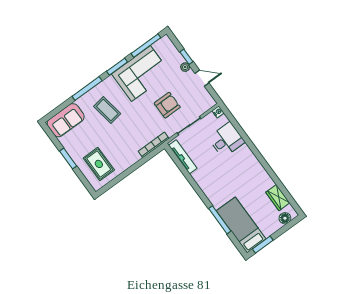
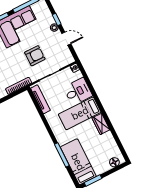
bed: (233, 166) -> (80, 113), added
wardrobe: (278, 198) -> (101, 124), moved

